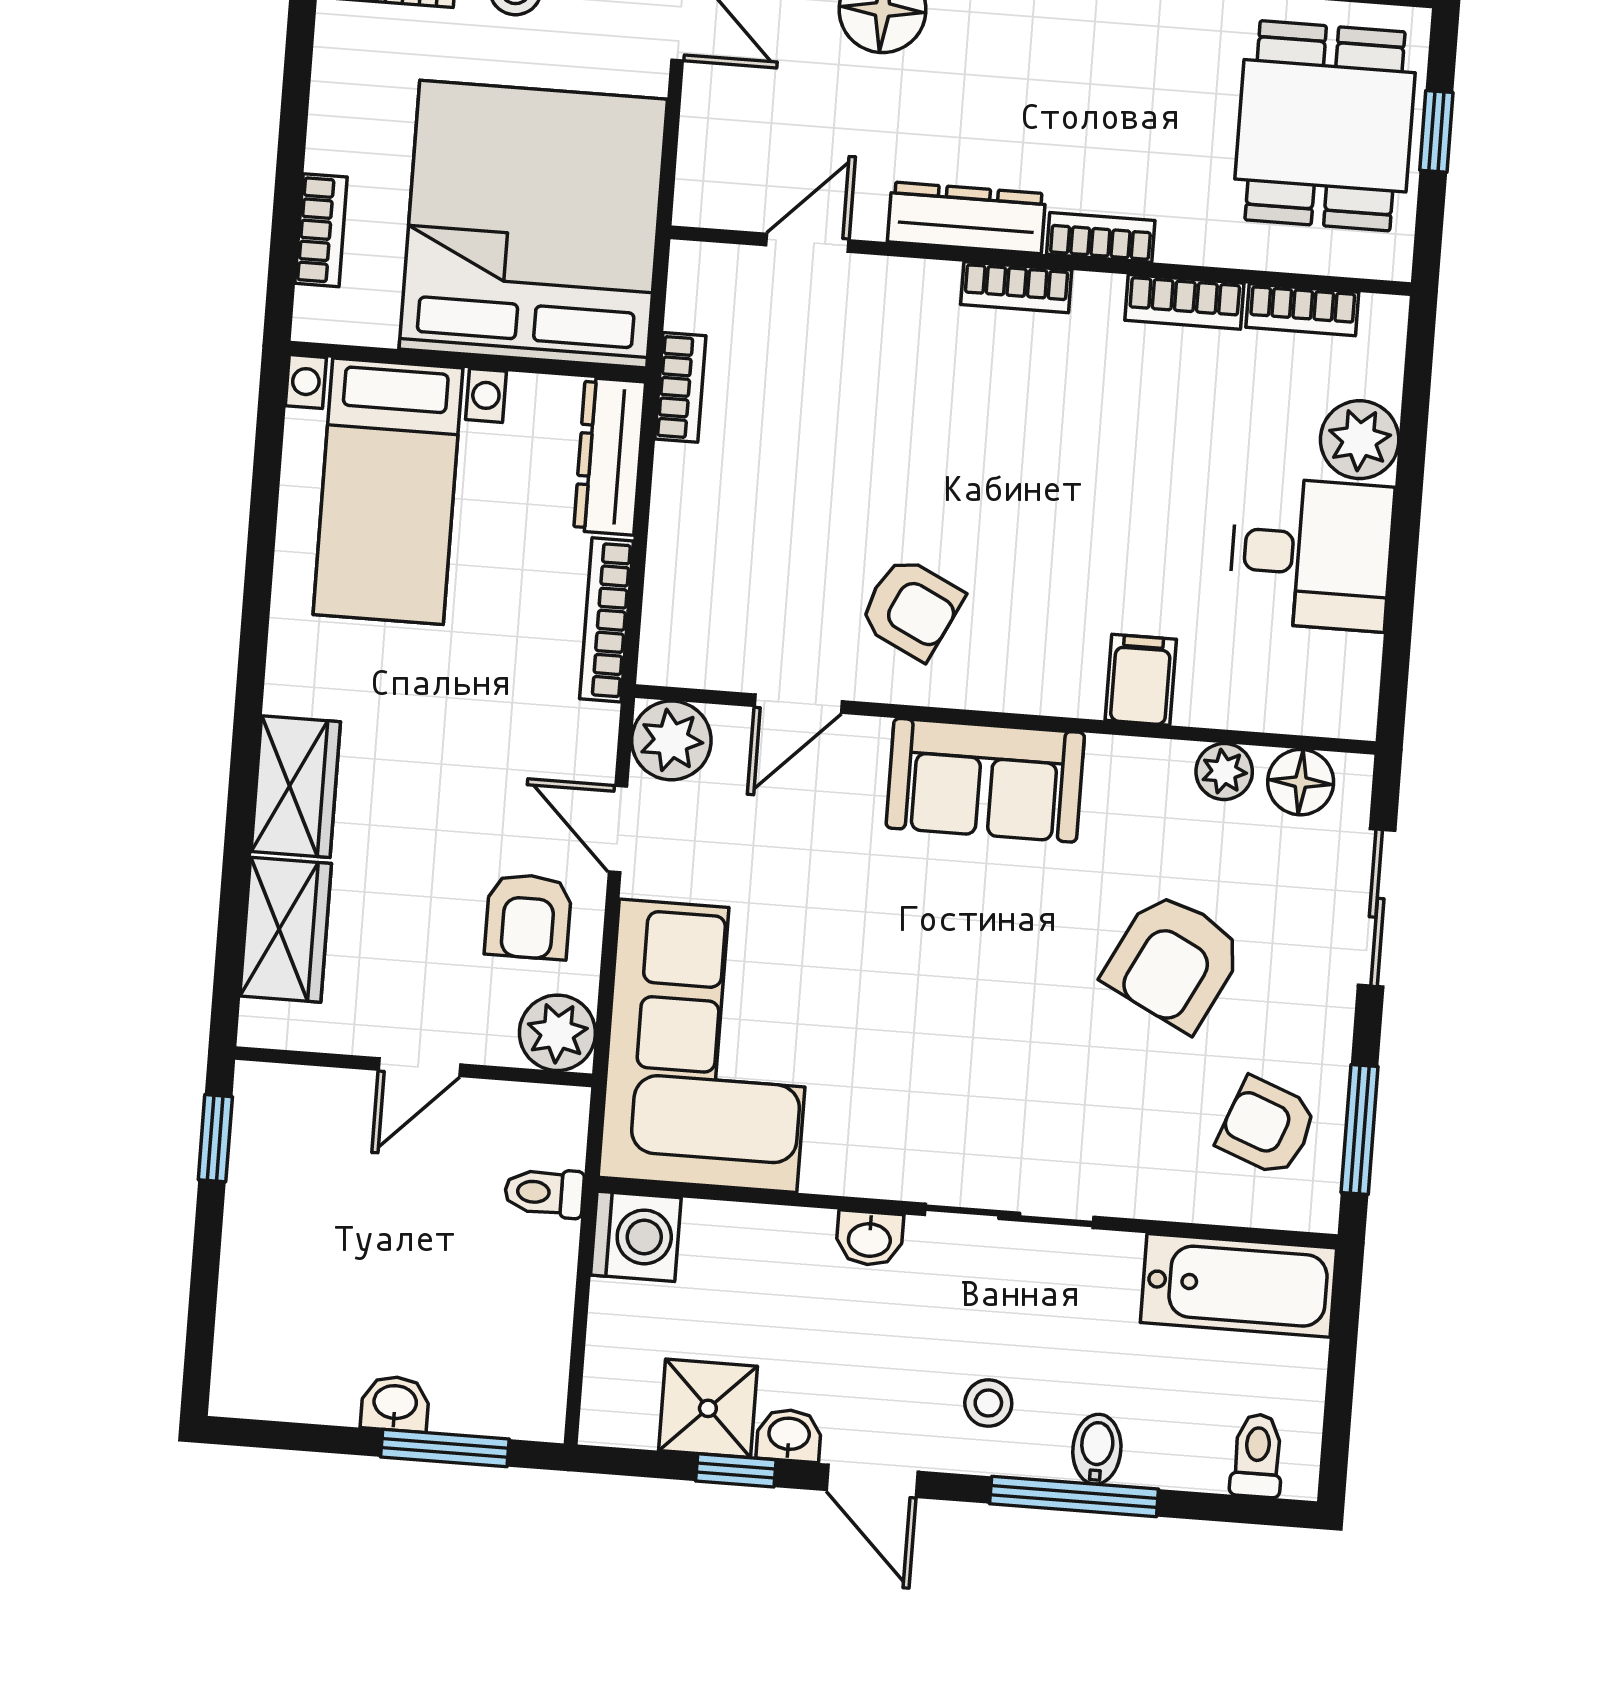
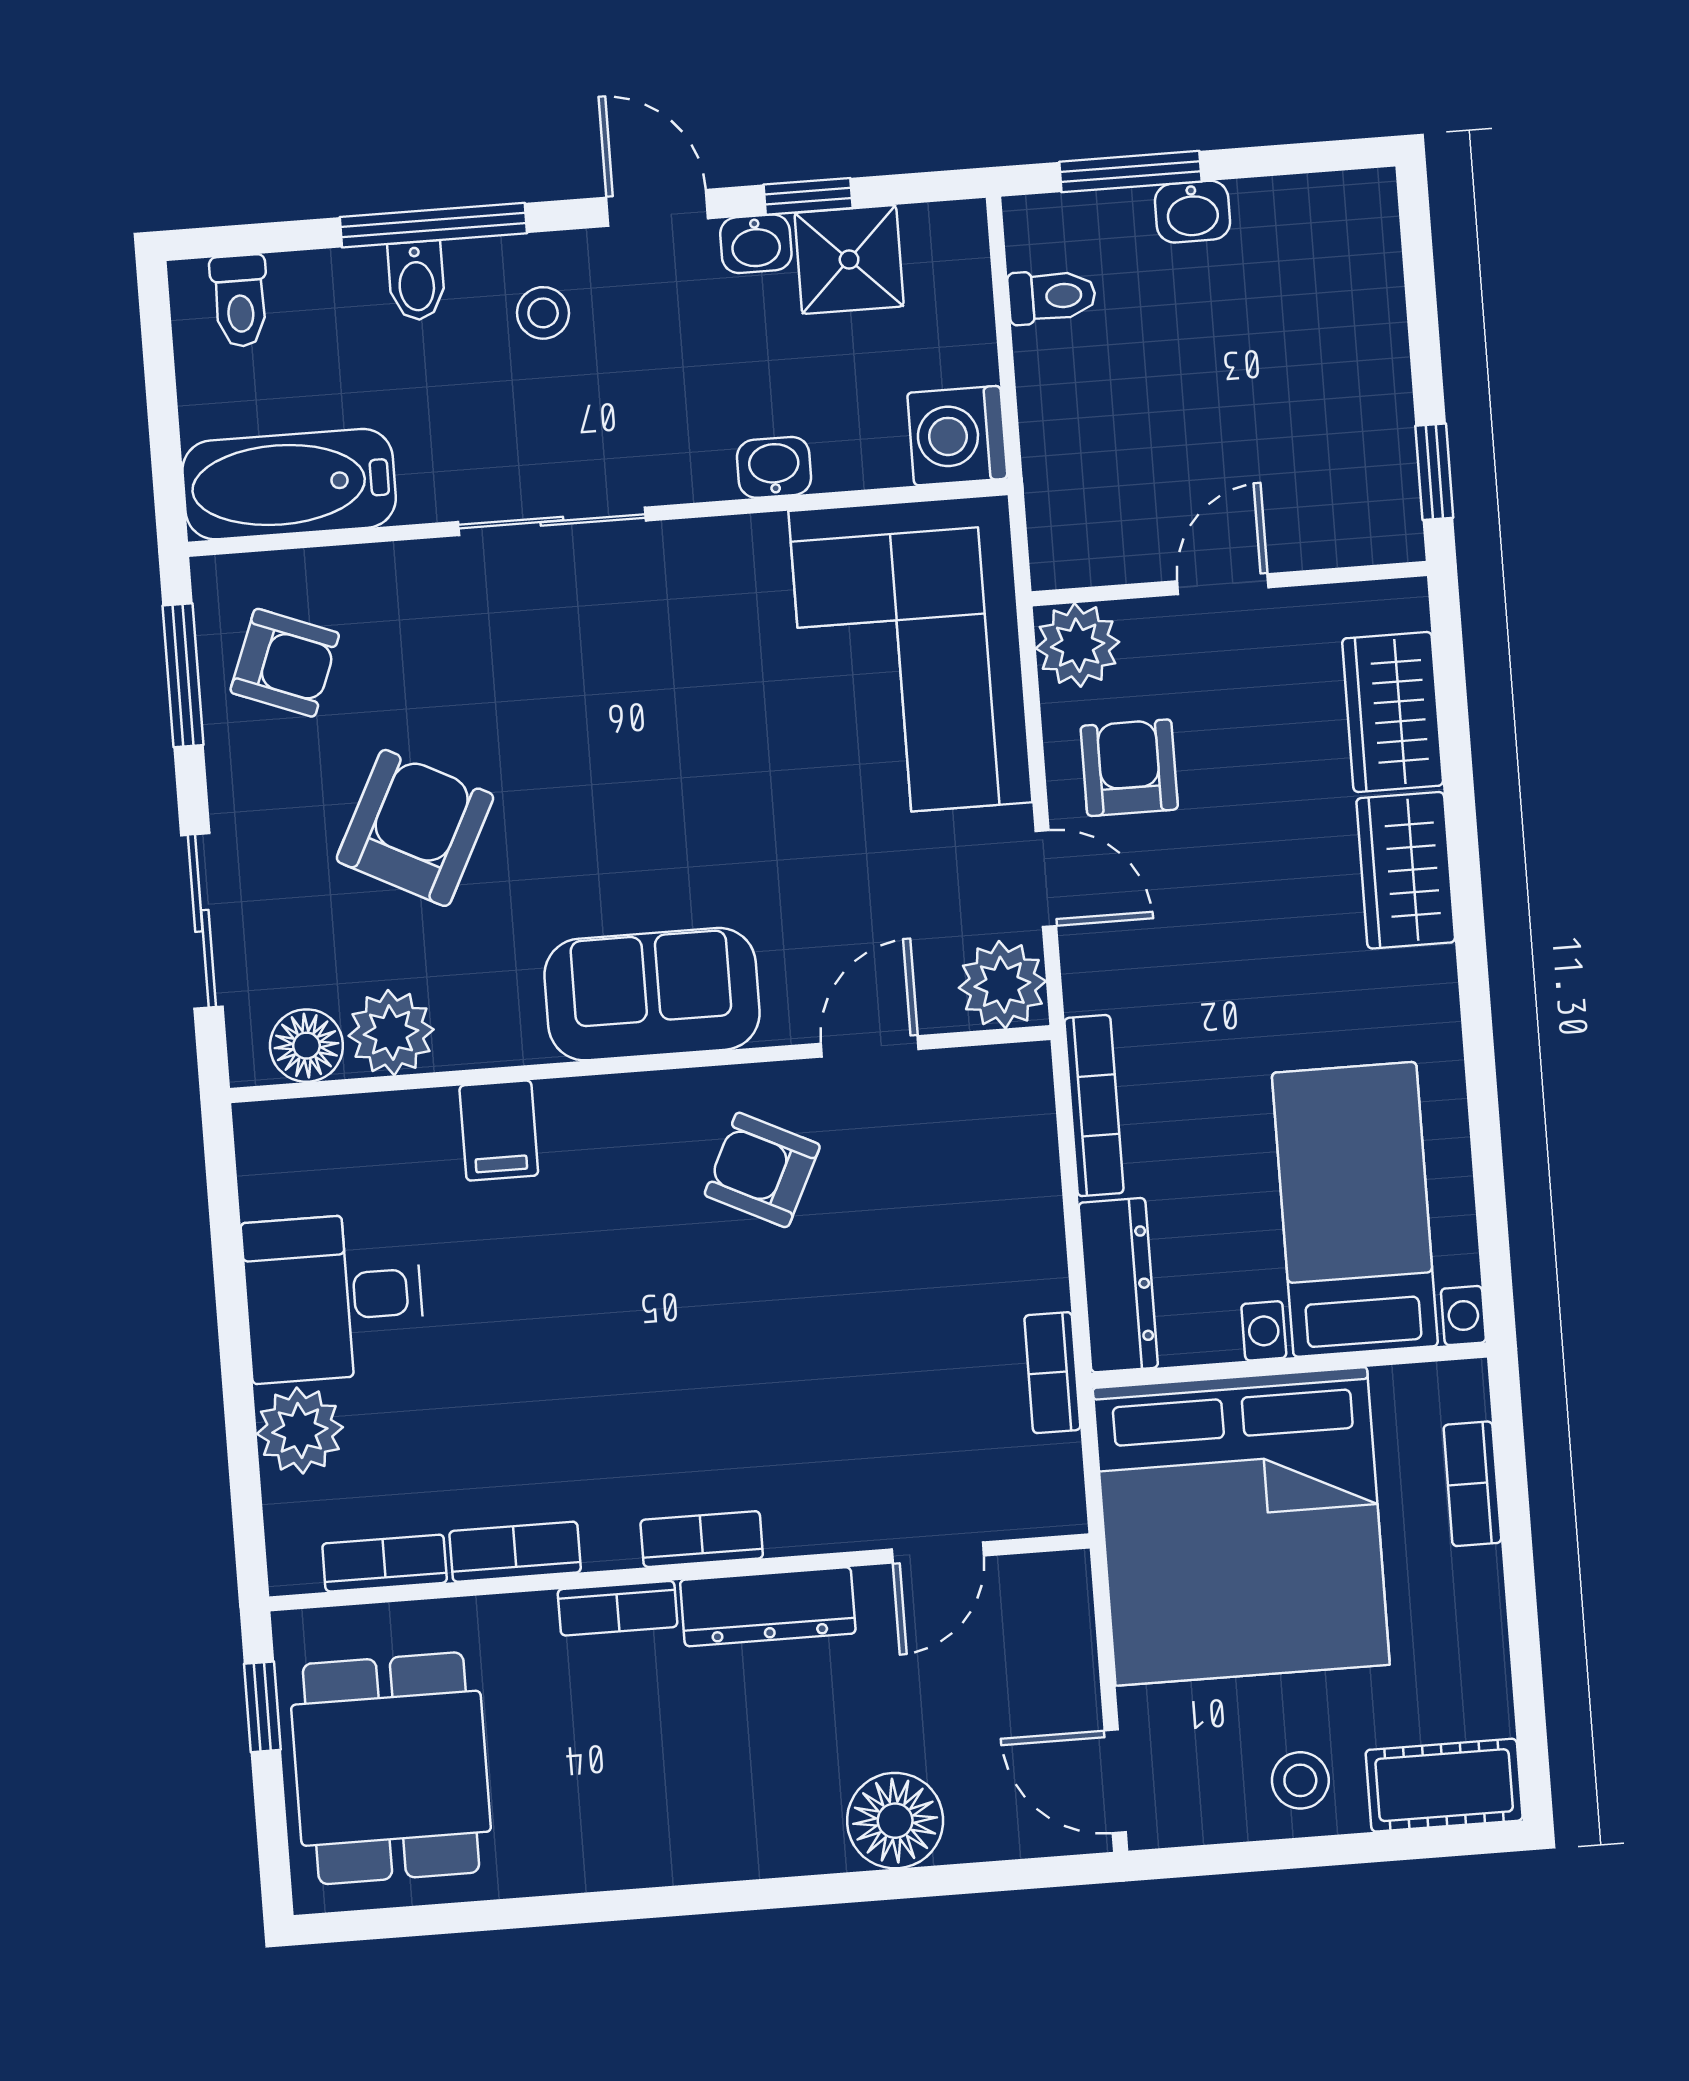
window: (1436, 131) -> (262, 1707), moved
plant: (1224, 771) -> (391, 1033), width x1.38, depth x1.38
toilet: (544, 1193) -> (1052, 296), moved
washbasin: (869, 1238) -> (774, 467), moved

